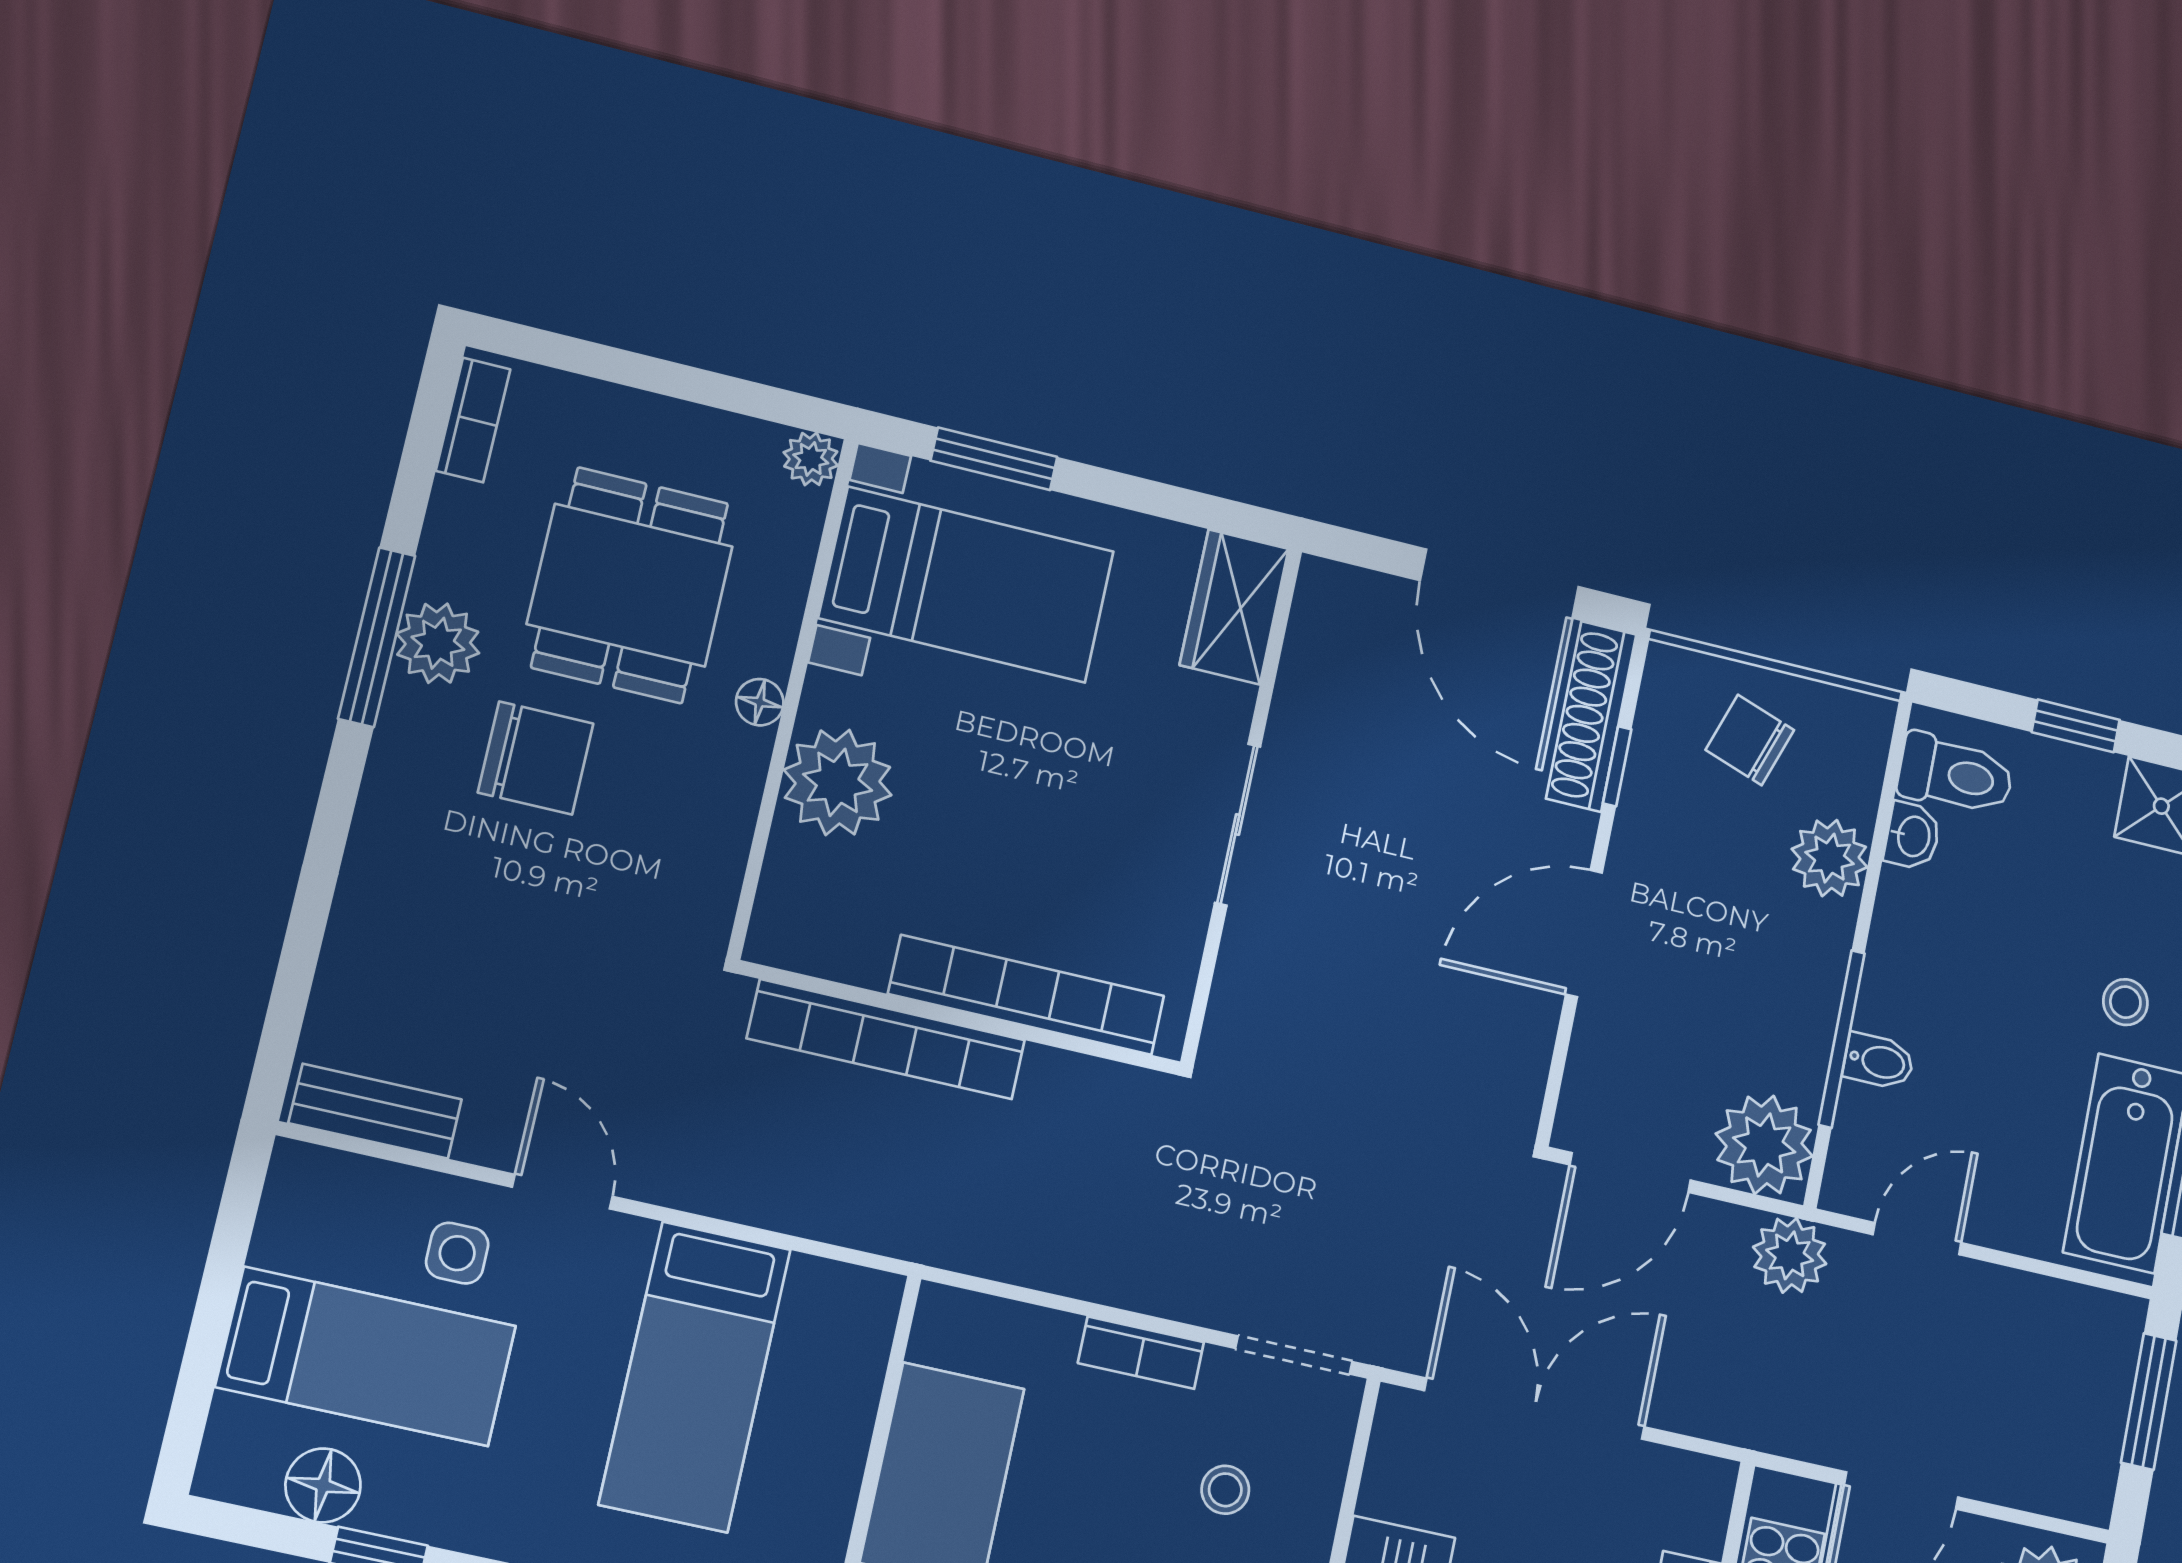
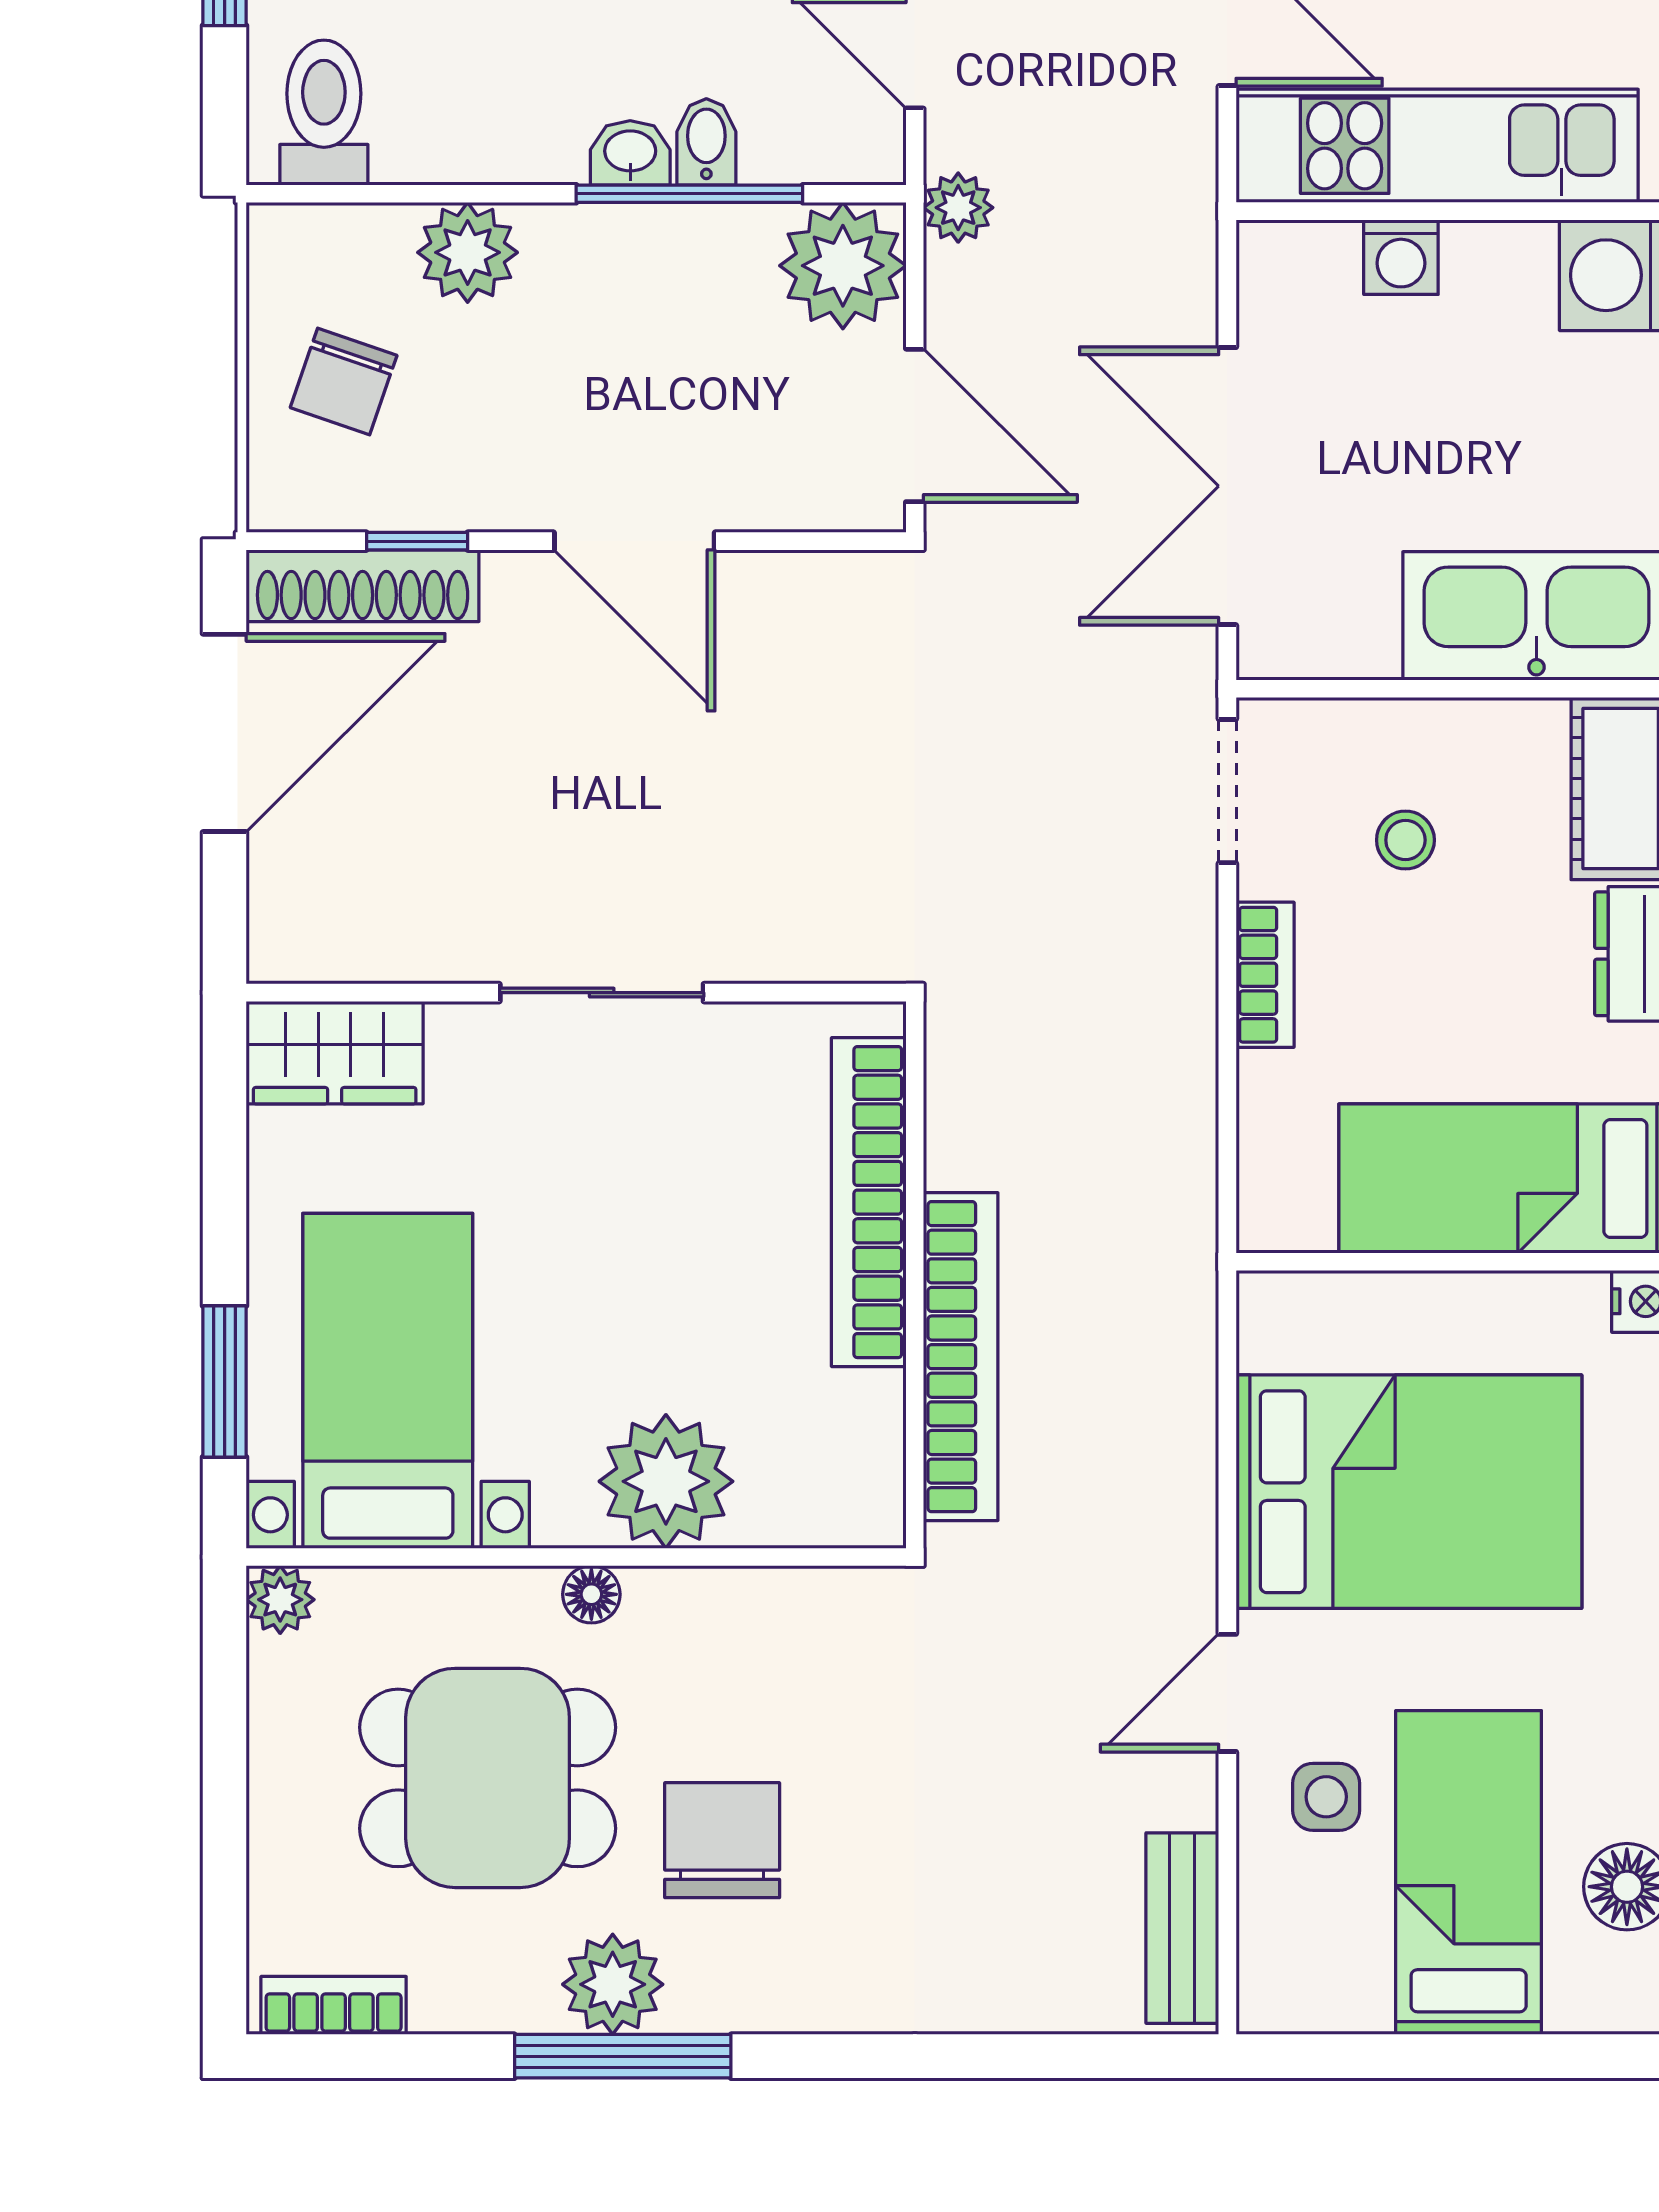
washbasin: (1912, 836) -> (630, 153), moved
plant: (1790, 1255) -> (958, 208), width x0.73, depth x0.73
bed: (695, 1377) -> (1409, 1492), width x1.50

